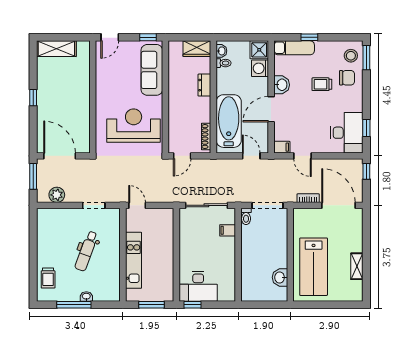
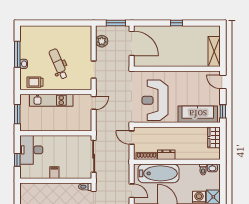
shelving: (56, 49) -> (214, 52), moved
wardrobe: (197, 49) -> (214, 137), moved
dresser: (204, 85) -> (166, 155), moved
reception desk: (134, 126) -> (155, 100), turned 180
door: (60, 156) -> (132, 43), hinge flipped
door: (251, 156) -> (132, 191), hinge flipped
filing cabinet: (228, 230) -> (54, 173), moved
dental chair: (86, 251) -> (58, 64), turned 47
trolley: (48, 278) -> (35, 82), moved
window: (193, 305) -> (17, 160), moved

